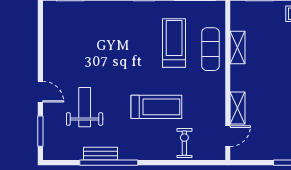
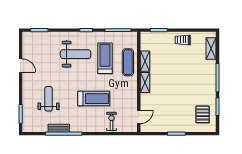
weight bench: (127, 36) -> (76, 54), added
door: (40, 92) -> (21, 65), moved
shelving: (238, 108) -> (145, 82), moved

